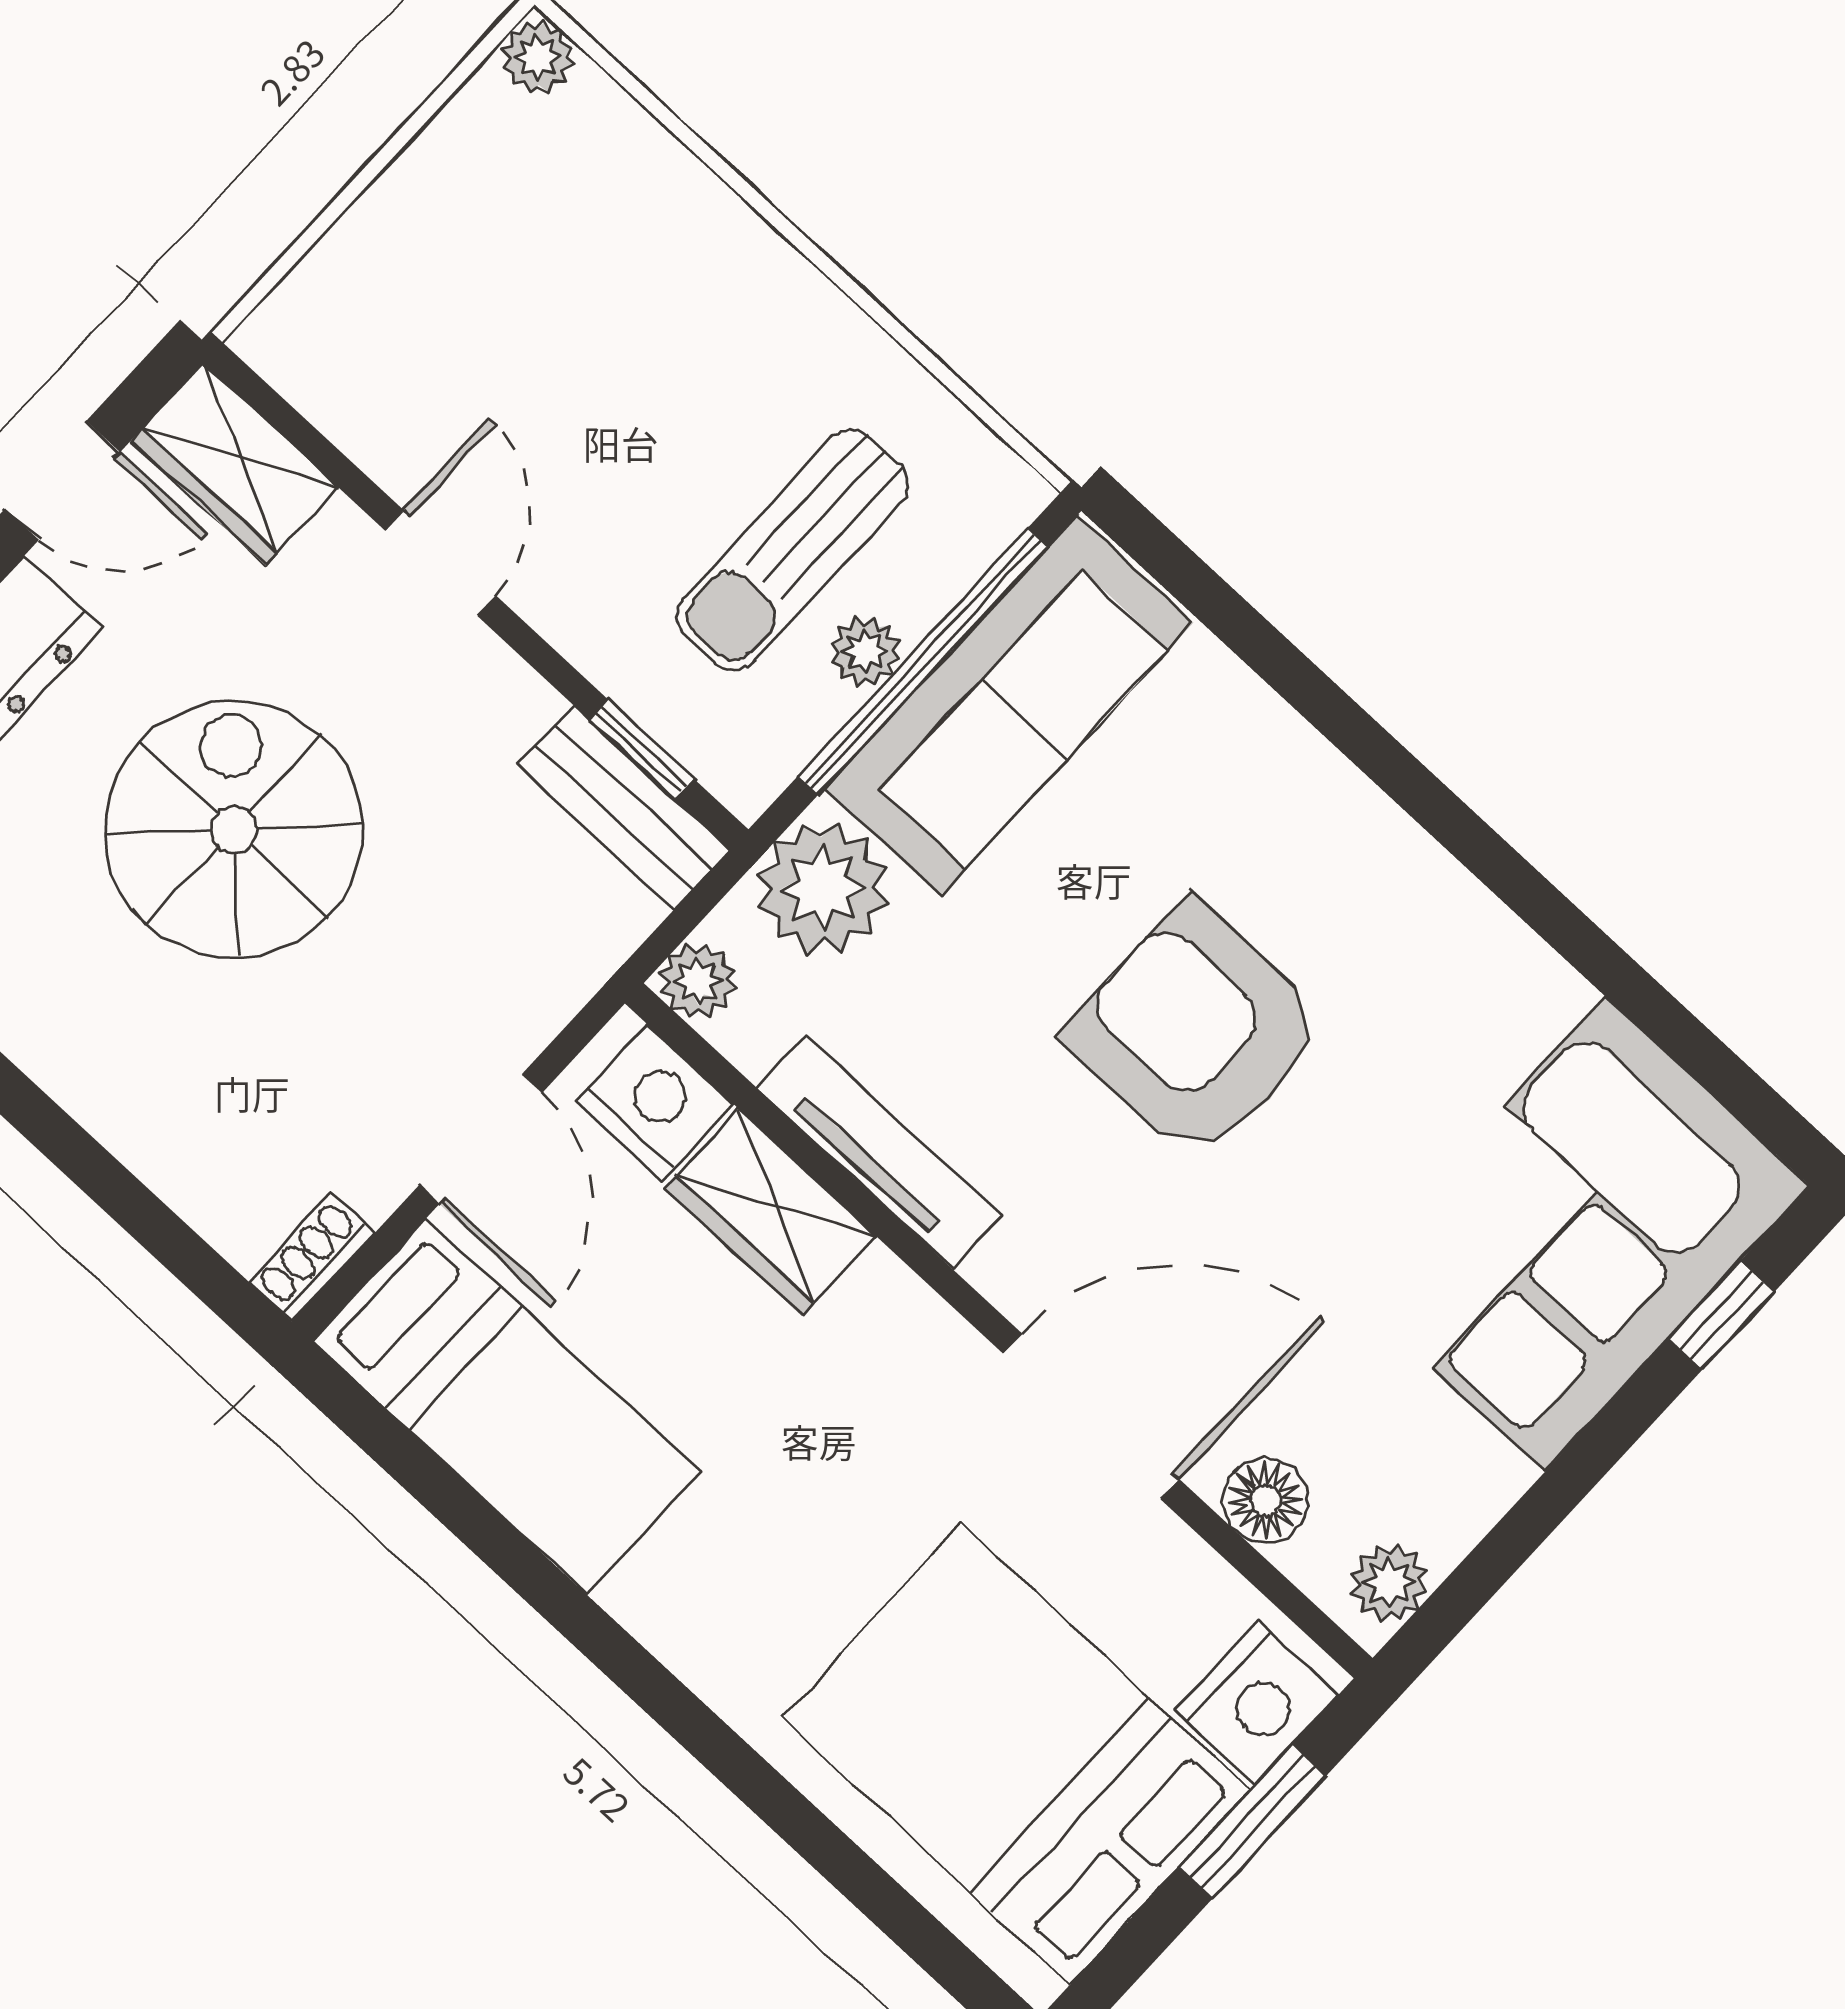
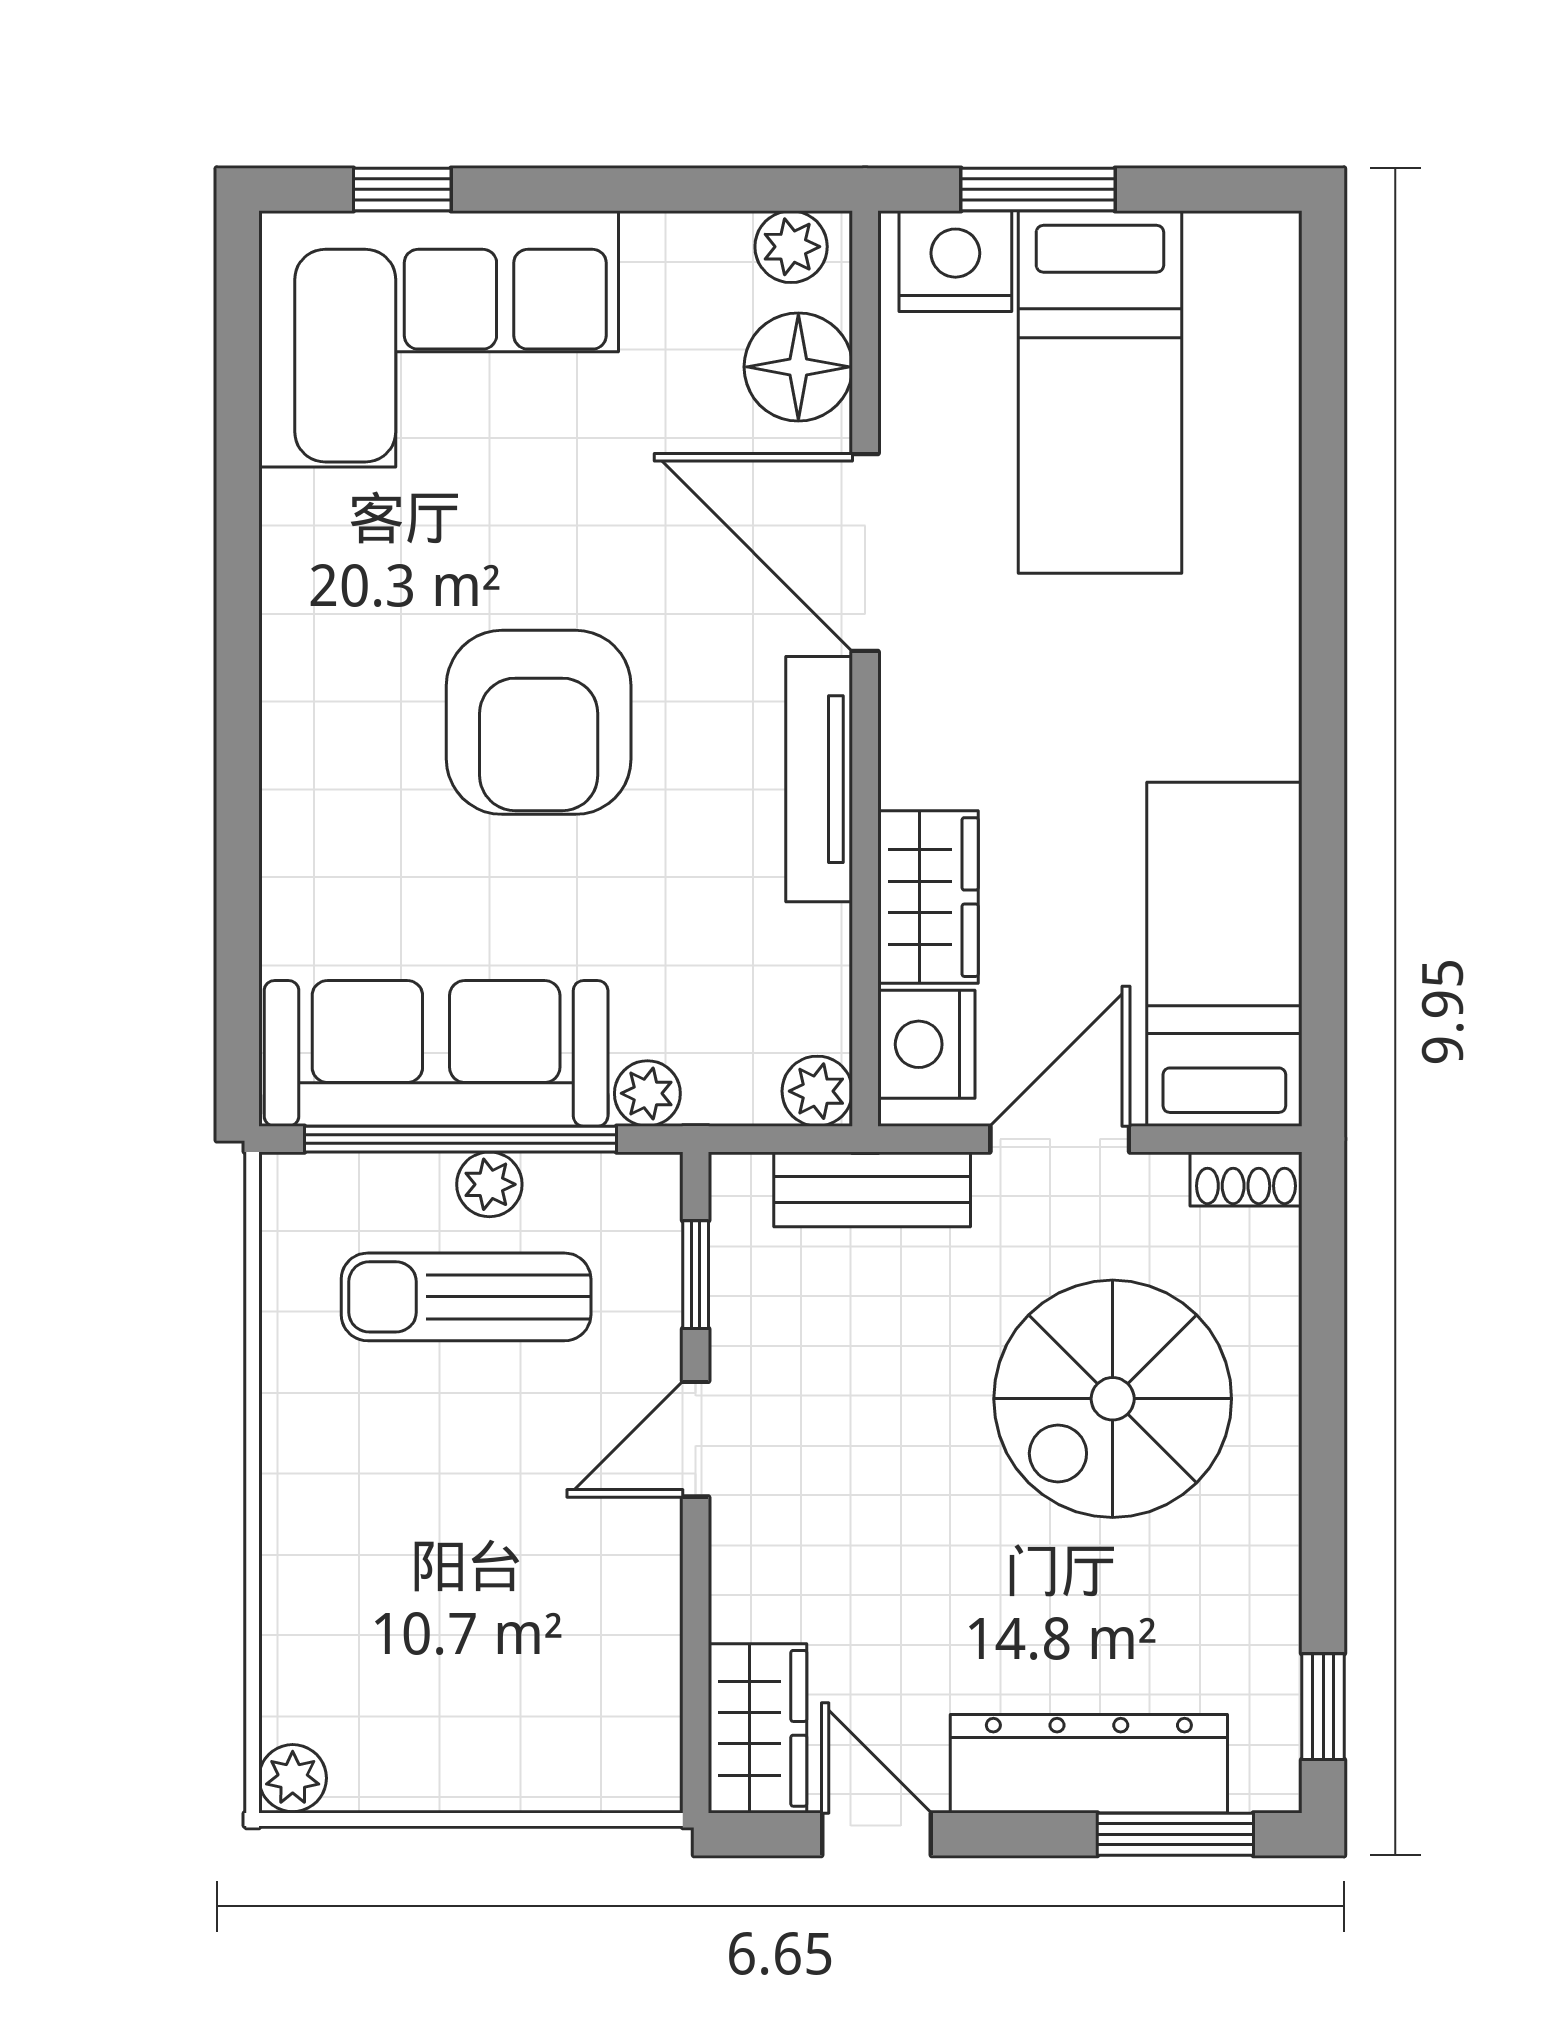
sun lounger: (793, 550) -> (466, 1297), turned 180
door: (441, 563) -> (696, 1439), moved
bench: (624, 807) -> (872, 1189), moved, turned 90
spiral stairs: (234, 830) -> (1113, 1399), moved
plant: (823, 888) -> (647, 1093), width x0.53, depth x0.53
tv unit: (879, 1152) -> (819, 779), moved
floor lamp: (1265, 1501) -> (798, 367), width x1.38, depth x1.38
bed: (1016, 1754) -> (1100, 392), width x0.67

